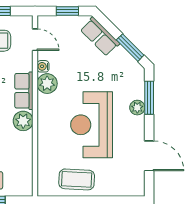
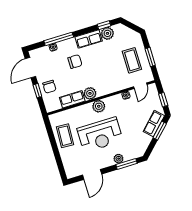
window: (130, 48) -> (160, 131), moved
plant: (47, 84) -> (99, 106), moved
row of seats: (24, 91) -> (72, 99), moved
reception desk: (92, 125) -> (100, 135), turned 180

